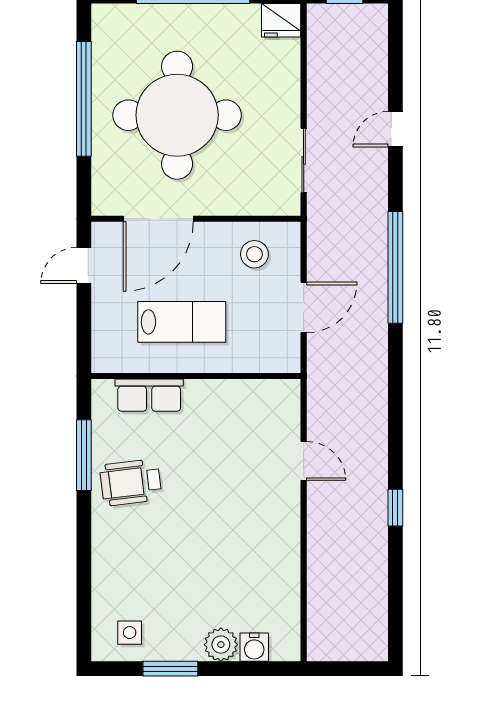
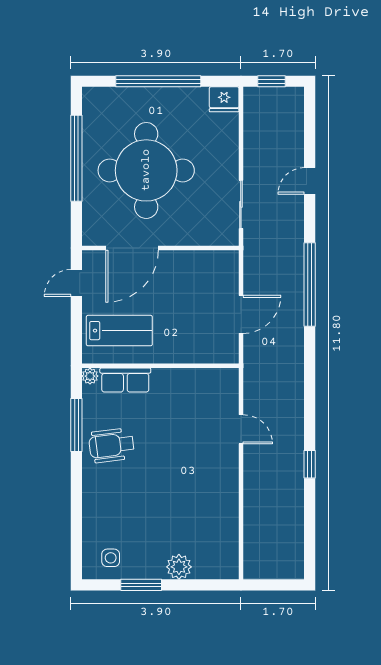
stool: (254, 254) -> (204, 275), removed
lab bench: (182, 322) -> (119, 331), moved
plant: (102, 390) -> (90, 376), added
water cooler: (254, 647) -> (204, 569), removed

